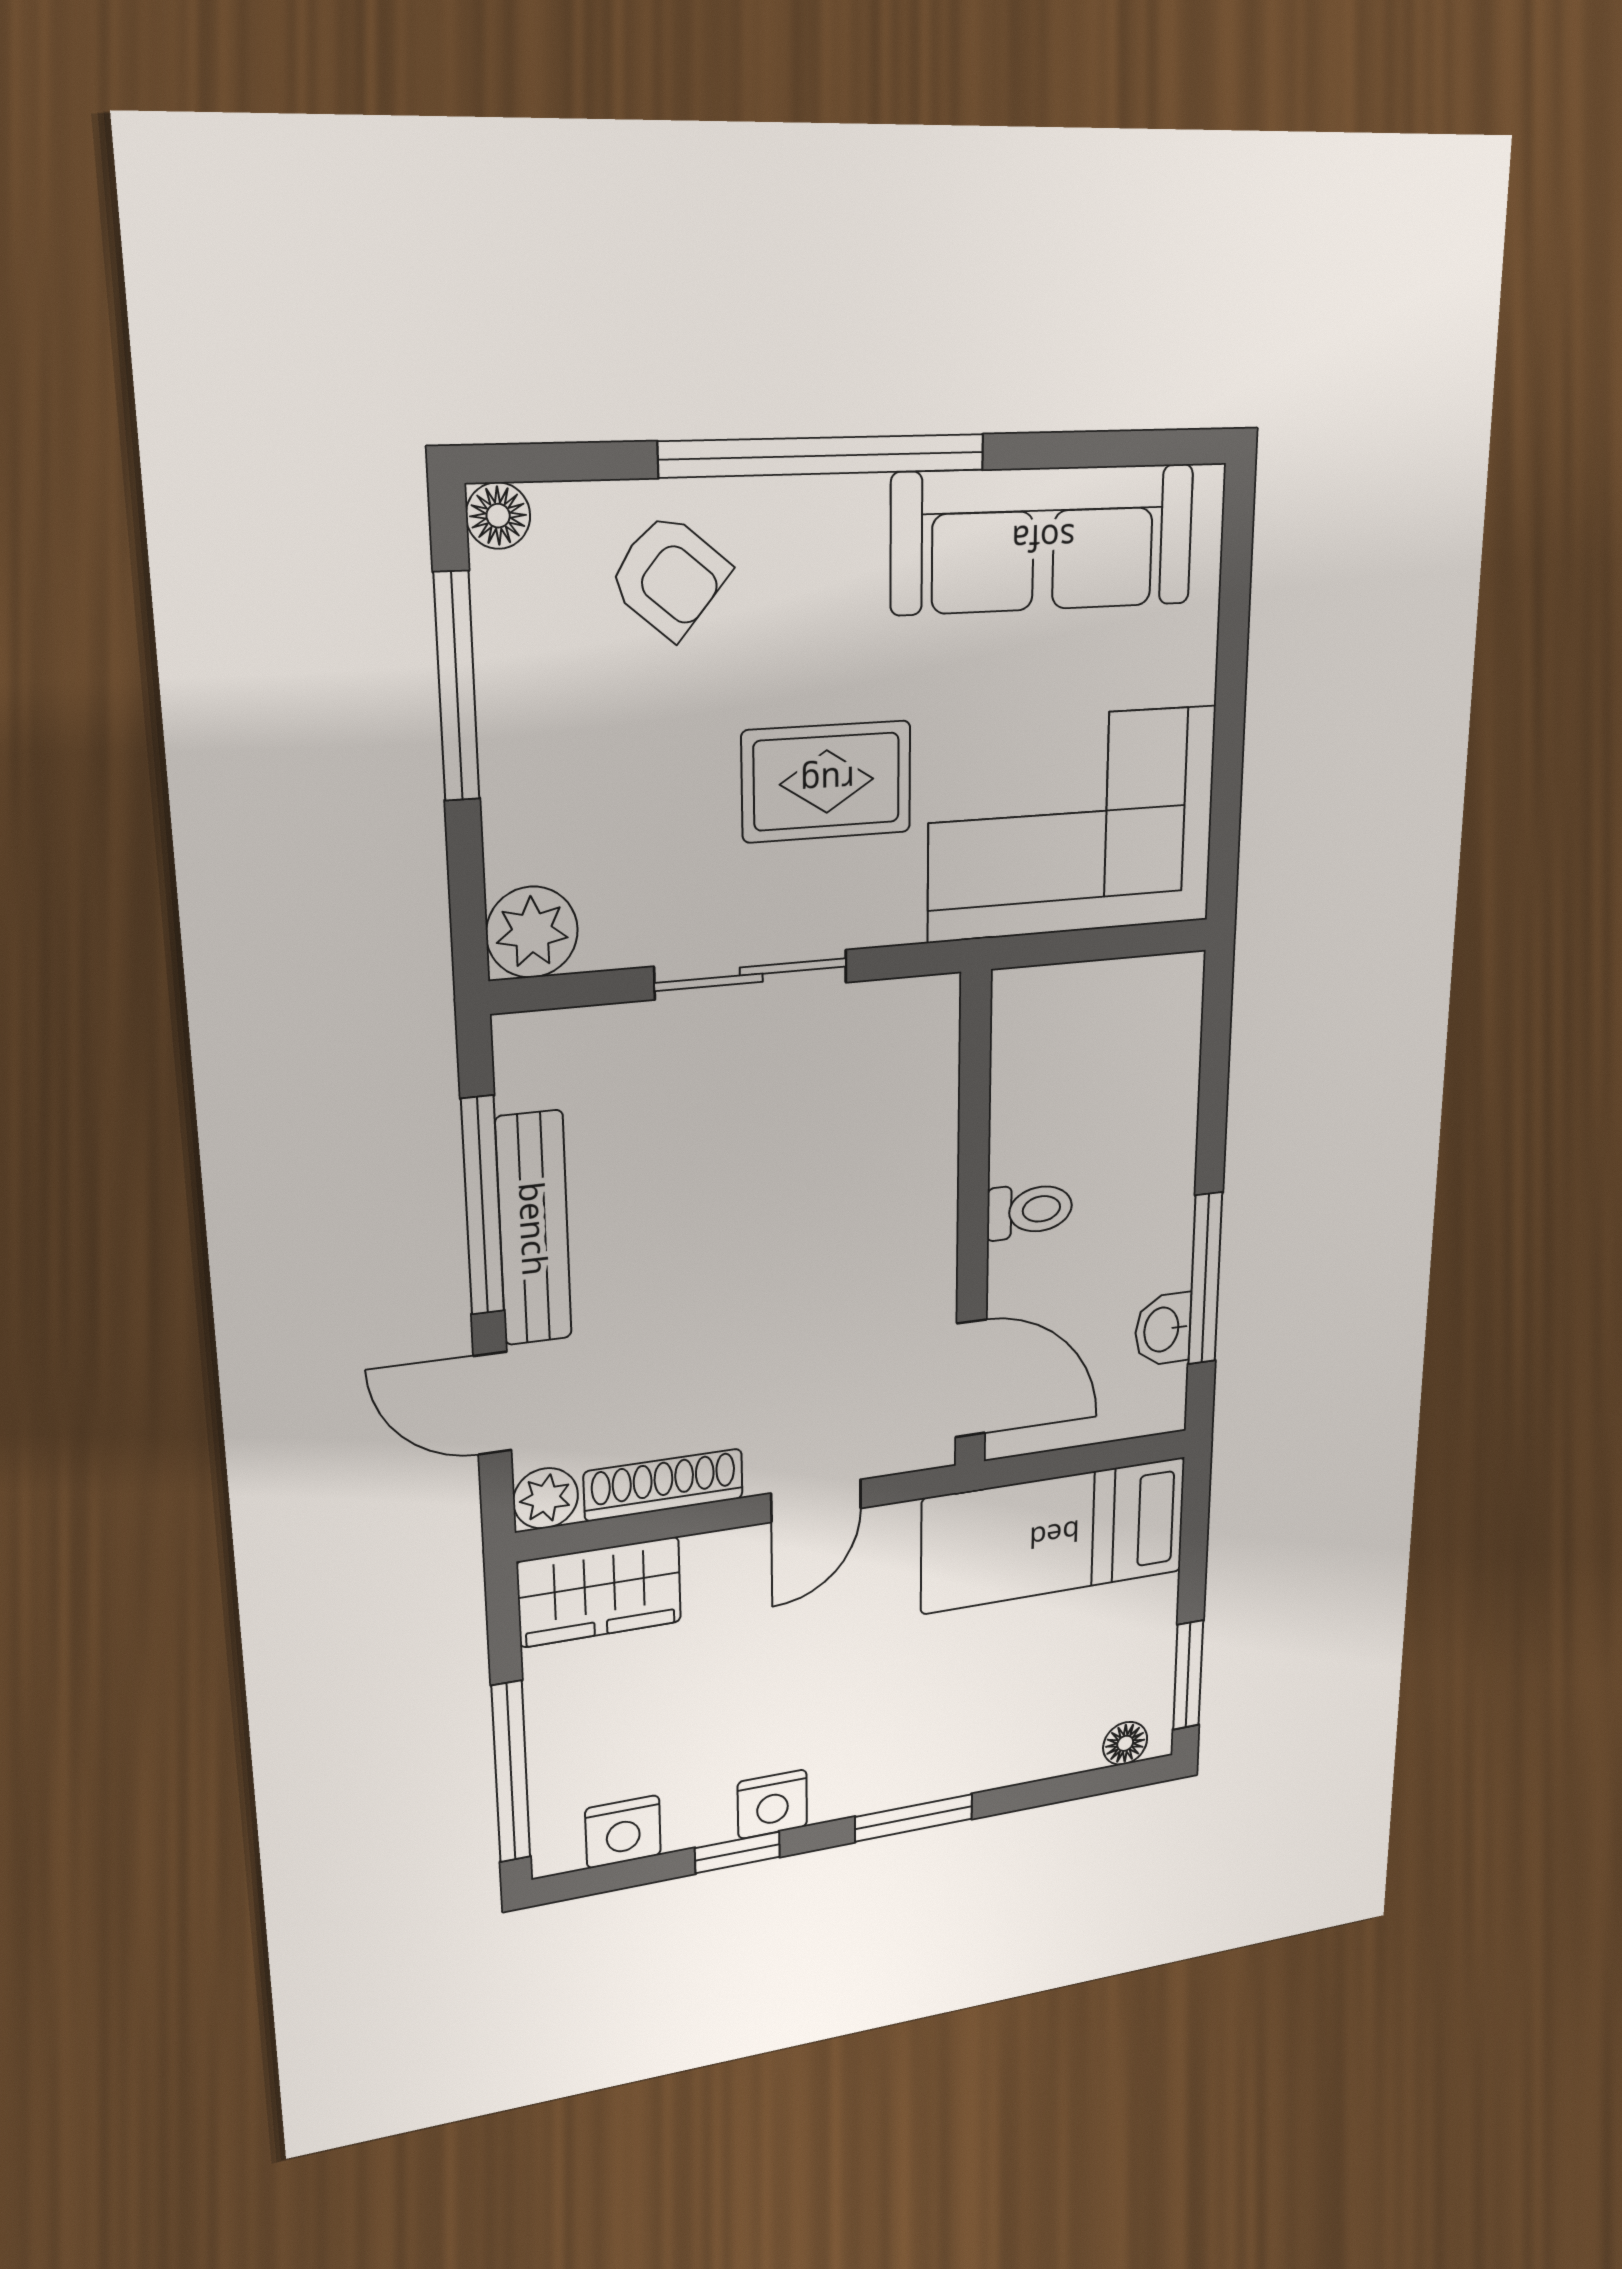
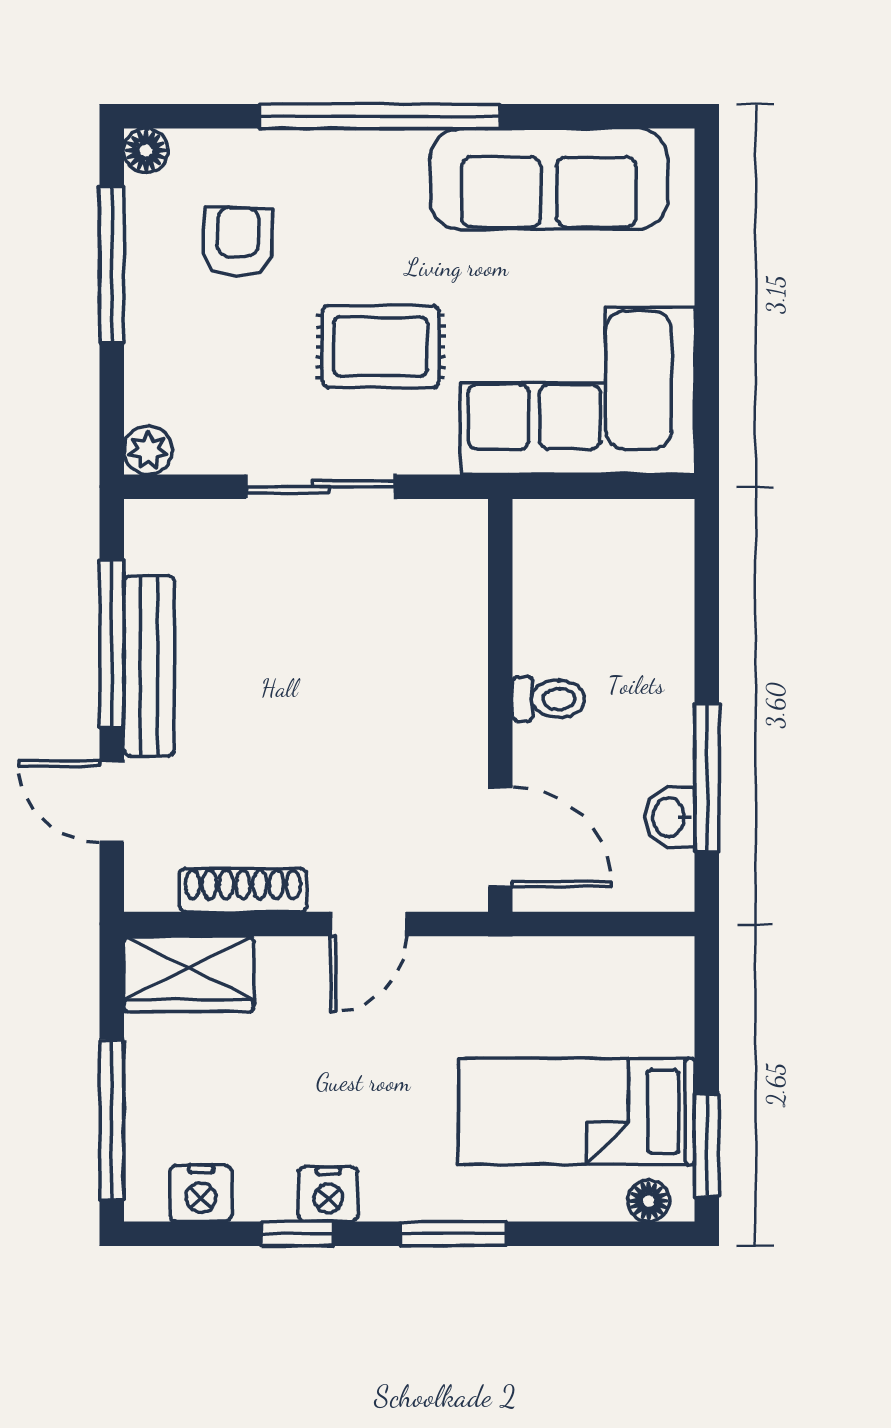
armchair: (669, 576) -> (238, 242), moved, turned -128
plant: (532, 932) -> (148, 450), width x0.73, depth x0.73
plant: (546, 1498) -> (149, 886), removed
bed: (1054, 1535) -> (577, 1112), moved

